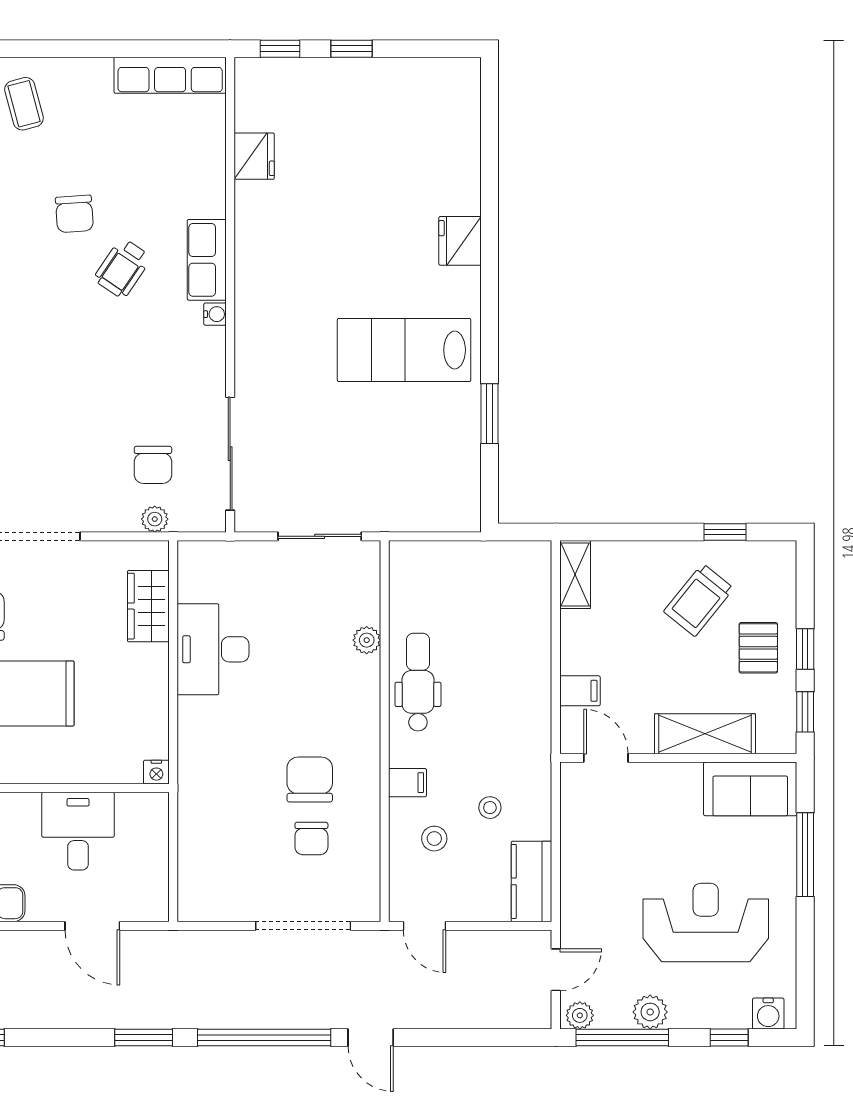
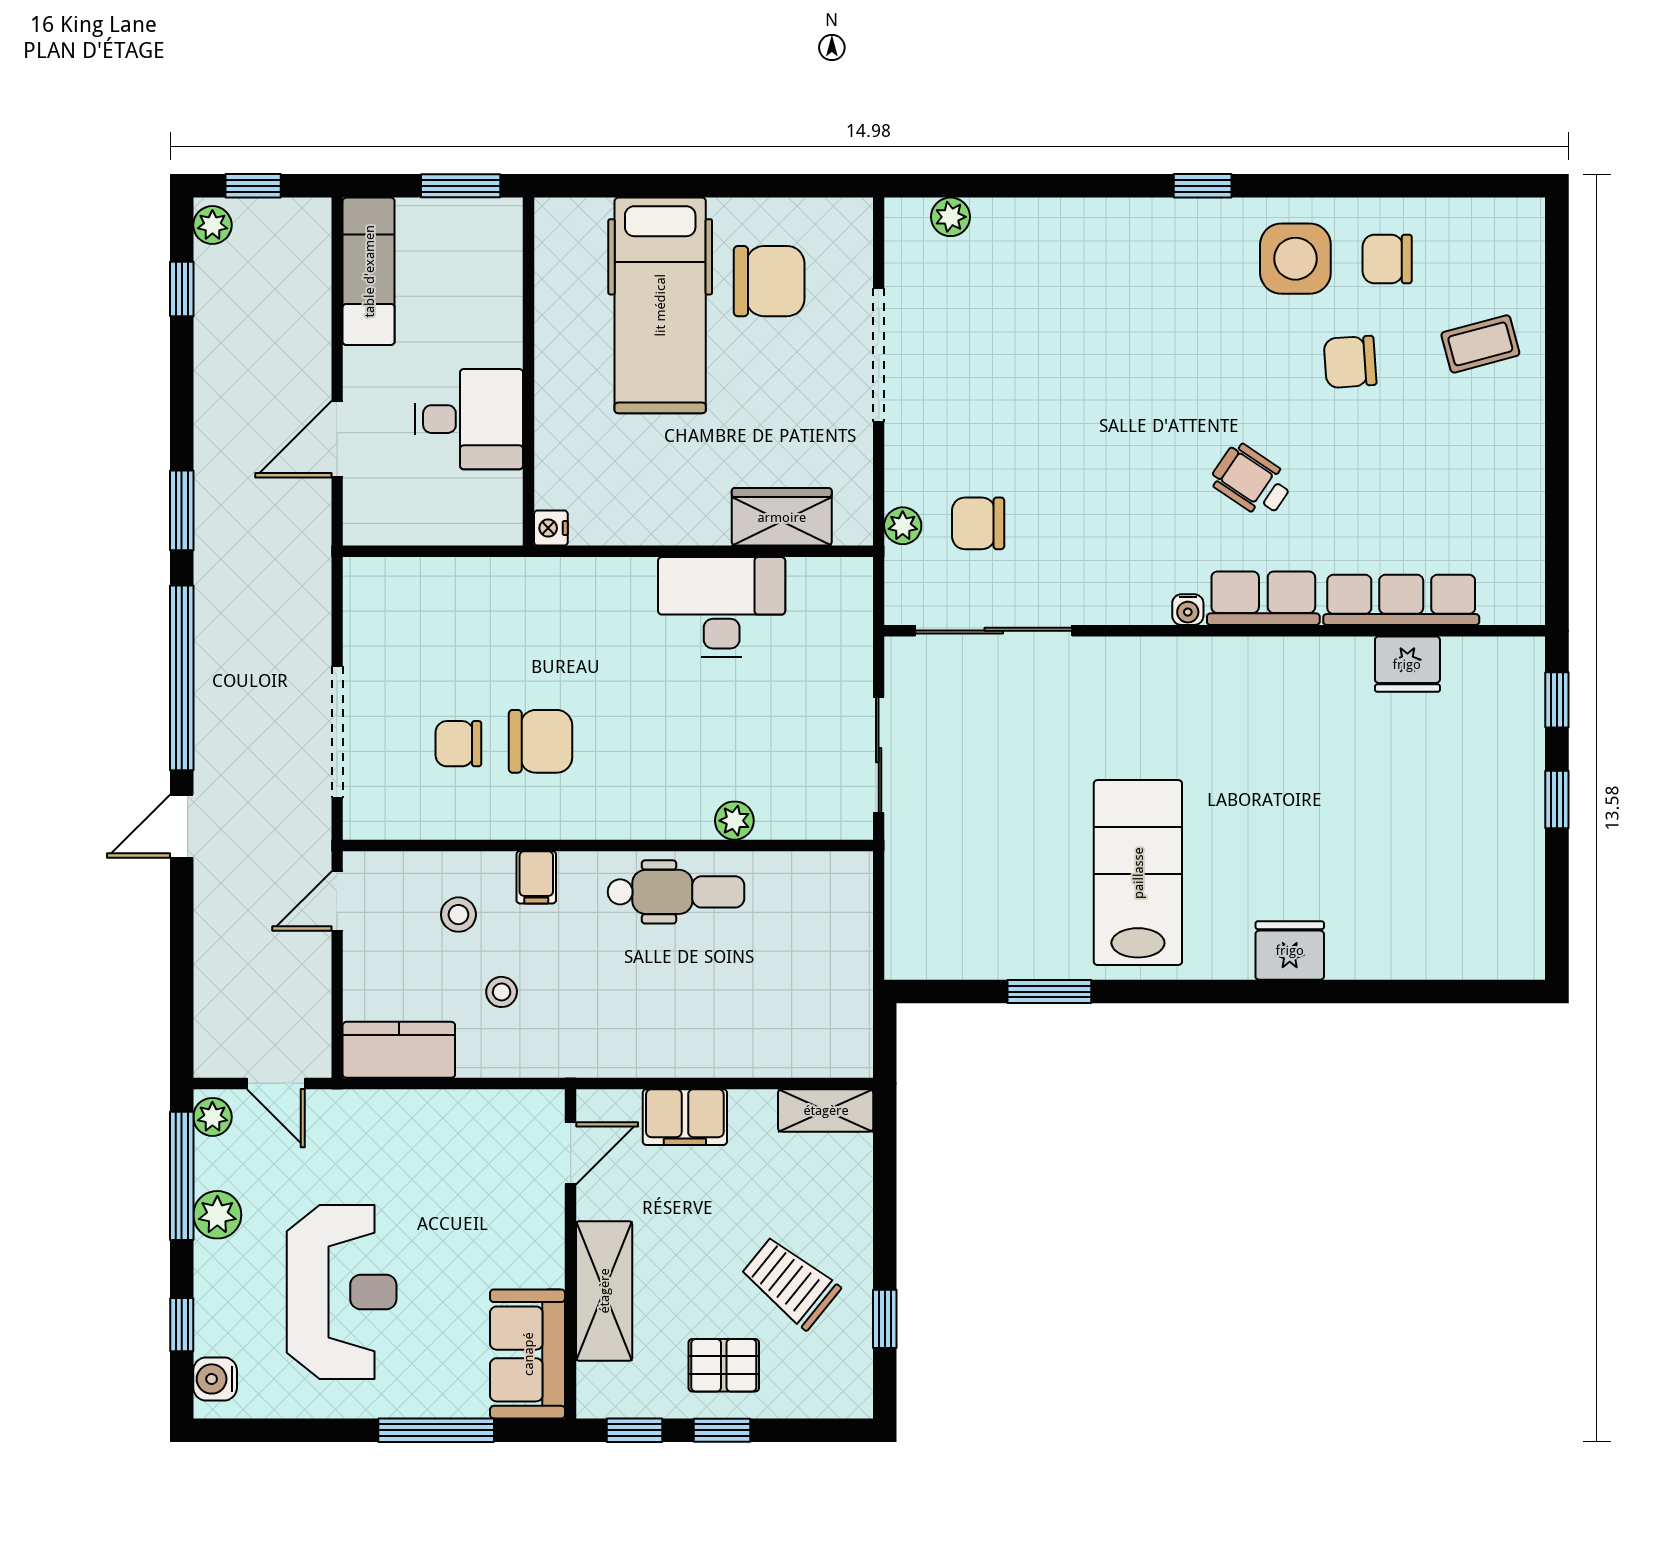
row of seats: (170, 75) -> (1401, 600), moved, turned 90
chair: (74, 214) -> (1350, 362), moved
filing cabinet: (580, 691) -> (685, 1117), width x2.00

